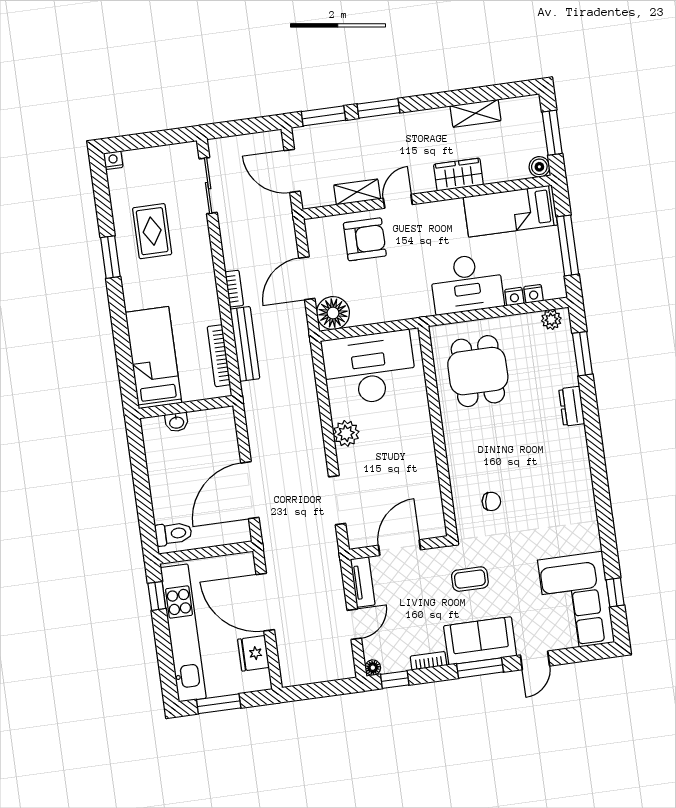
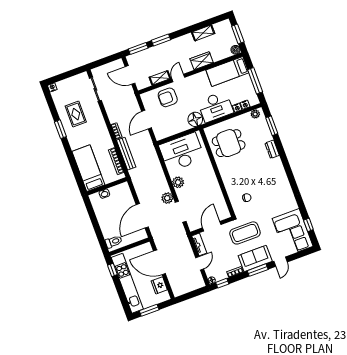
armchair: (365, 239) -> (168, 97), turned 180
floor lamp: (333, 313) -> (195, 119), moved
dining table: (478, 371) -> (229, 143), turned 90
plant: (314, 463) -> (167, 198), added
coffee table: (470, 579) -> (245, 233), width x1.86, depth x1.72

